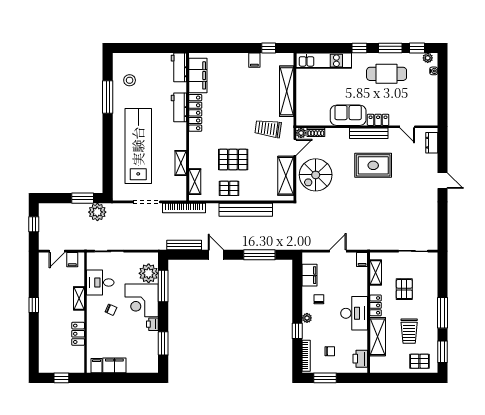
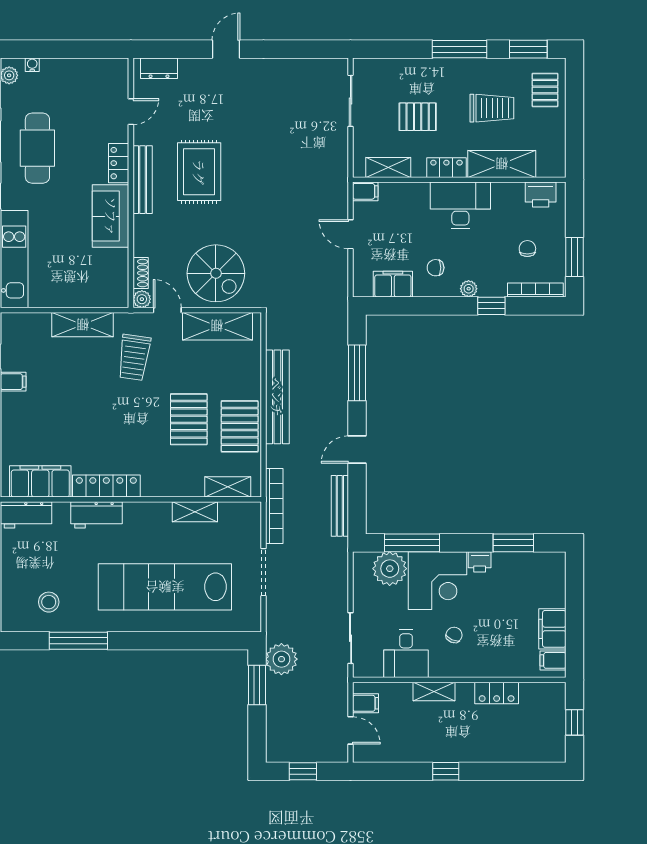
shelving: (287, 91) -> (83, 325), width x0.68
pallet: (229, 188) -> (240, 426), width x1.50, depth x1.42

